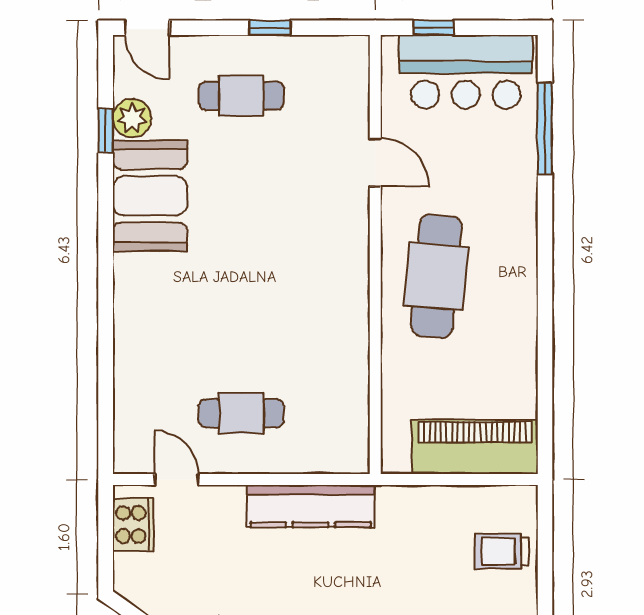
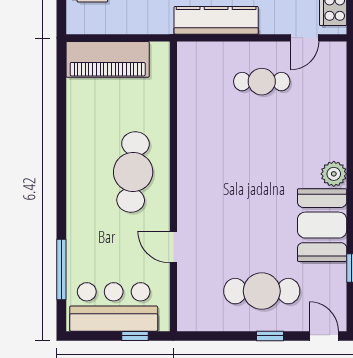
window: (270, 28) -> (270, 336), moved
cafe table: (241, 96) -> (262, 291), width x1.37, depth x1.35
plant: (132, 118) -> (334, 174), moved
door: (176, 480) -> (305, 38), hinge flipped

